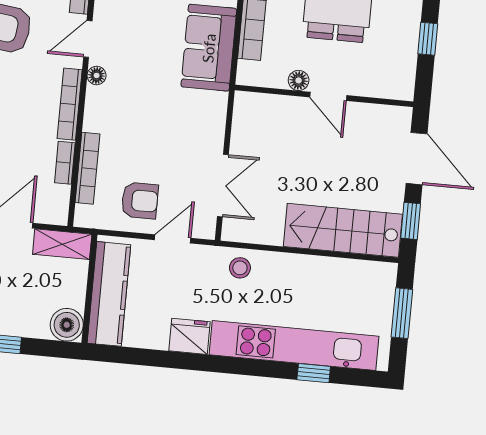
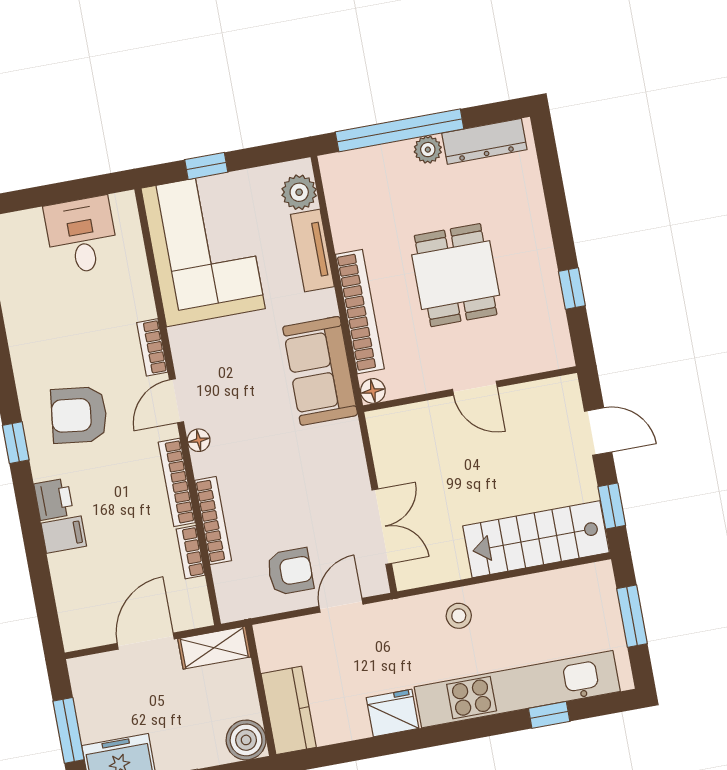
floor lamp: (299, 80) -> (373, 391), moved
door: (417, 159) -> (598, 432), width x0.73
bookcase: (87, 168) -> (213, 520), moved
stool: (240, 268) -> (459, 616), moved
kitchen counter: (109, 294) -> (289, 710), width x0.67

